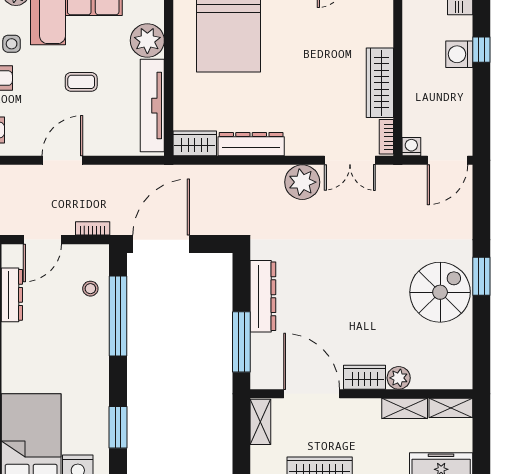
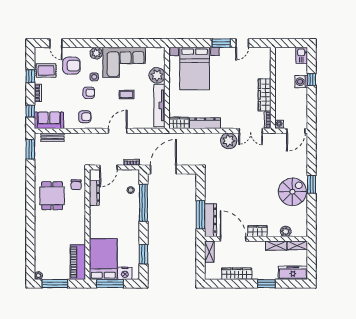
dresser: (263, 296) -> (210, 220), moved
plant: (399, 378) -> (286, 231), moved

